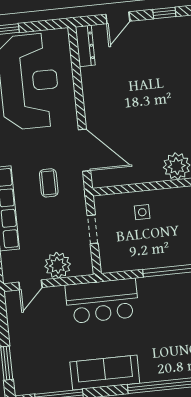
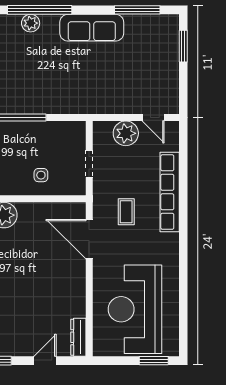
door: (31, 285) -> (153, 117), swing flipped
bar counter: (102, 301) -> (87, 95), removed
plant: (170, 371) -> (31, 23), added

